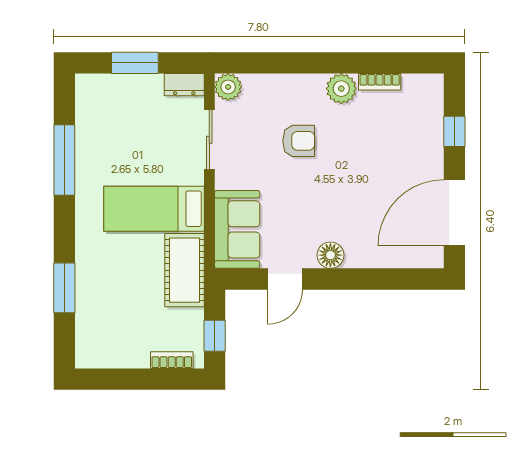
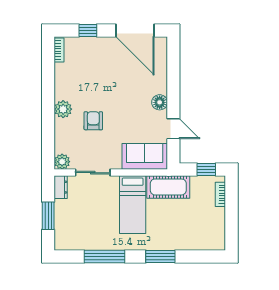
bookcase: (380, 82) -> (59, 50), moved
plant: (341, 89) -> (63, 109), moved
window: (64, 288) -> (160, 257), moved

